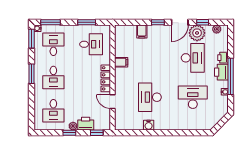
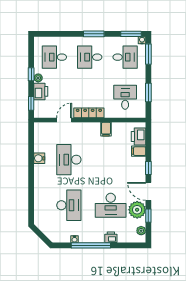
desk: (91, 44) -> (125, 97), turned 180
printer: (221, 72) -> (139, 136), moved, turned -90
desk: (150, 97) -> (69, 160), turned -90

